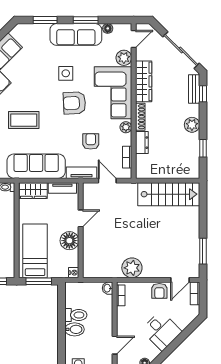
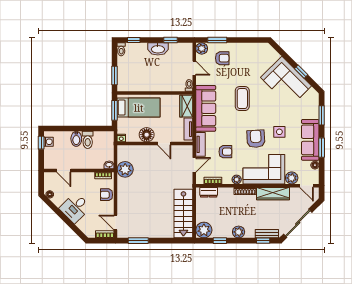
dresser: (142, 143) -> (209, 192), moved
plant: (190, 168) -> (204, 230), added
plant: (132, 268) -> (125, 169), moved
armchair: (159, 291) -> (107, 195), moved

